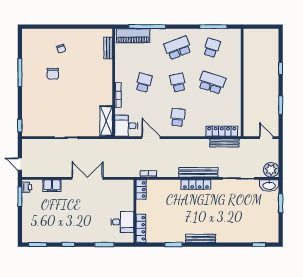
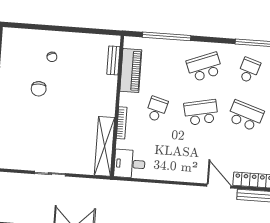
piano: (133, 36) -> (131, 70), moved, turned -90
school desk: (178, 83) -> (201, 112), width x1.85
school desk: (178, 117) -> (198, 158), removed
shelving: (106, 121) -> (104, 146), width x1.47
door: (151, 138) -> (219, 186), moved

